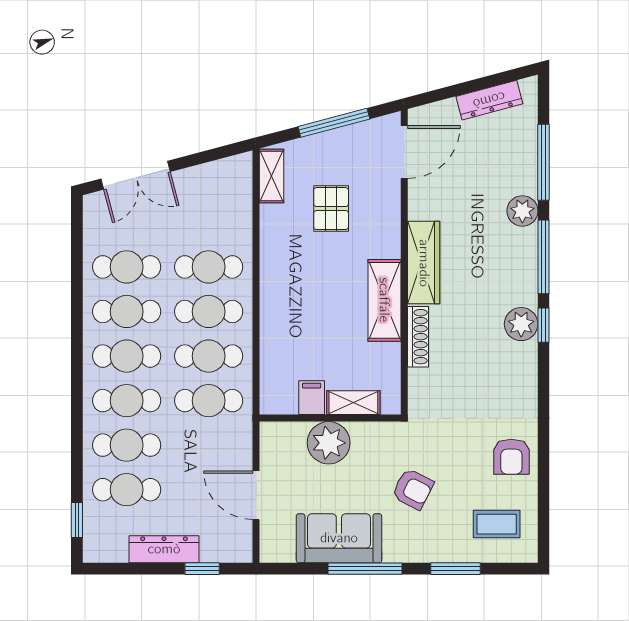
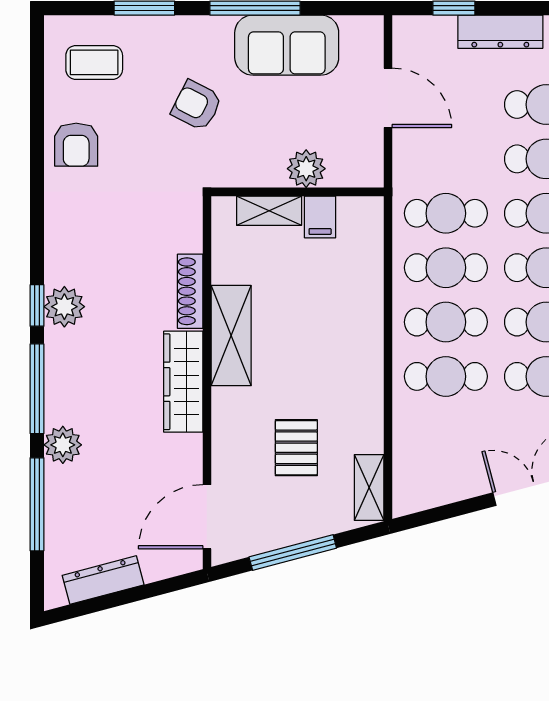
plant: (329, 443) -> (306, 169), width x0.73, depth x0.73
armchair: (511, 457) -> (76, 145), turned 180

